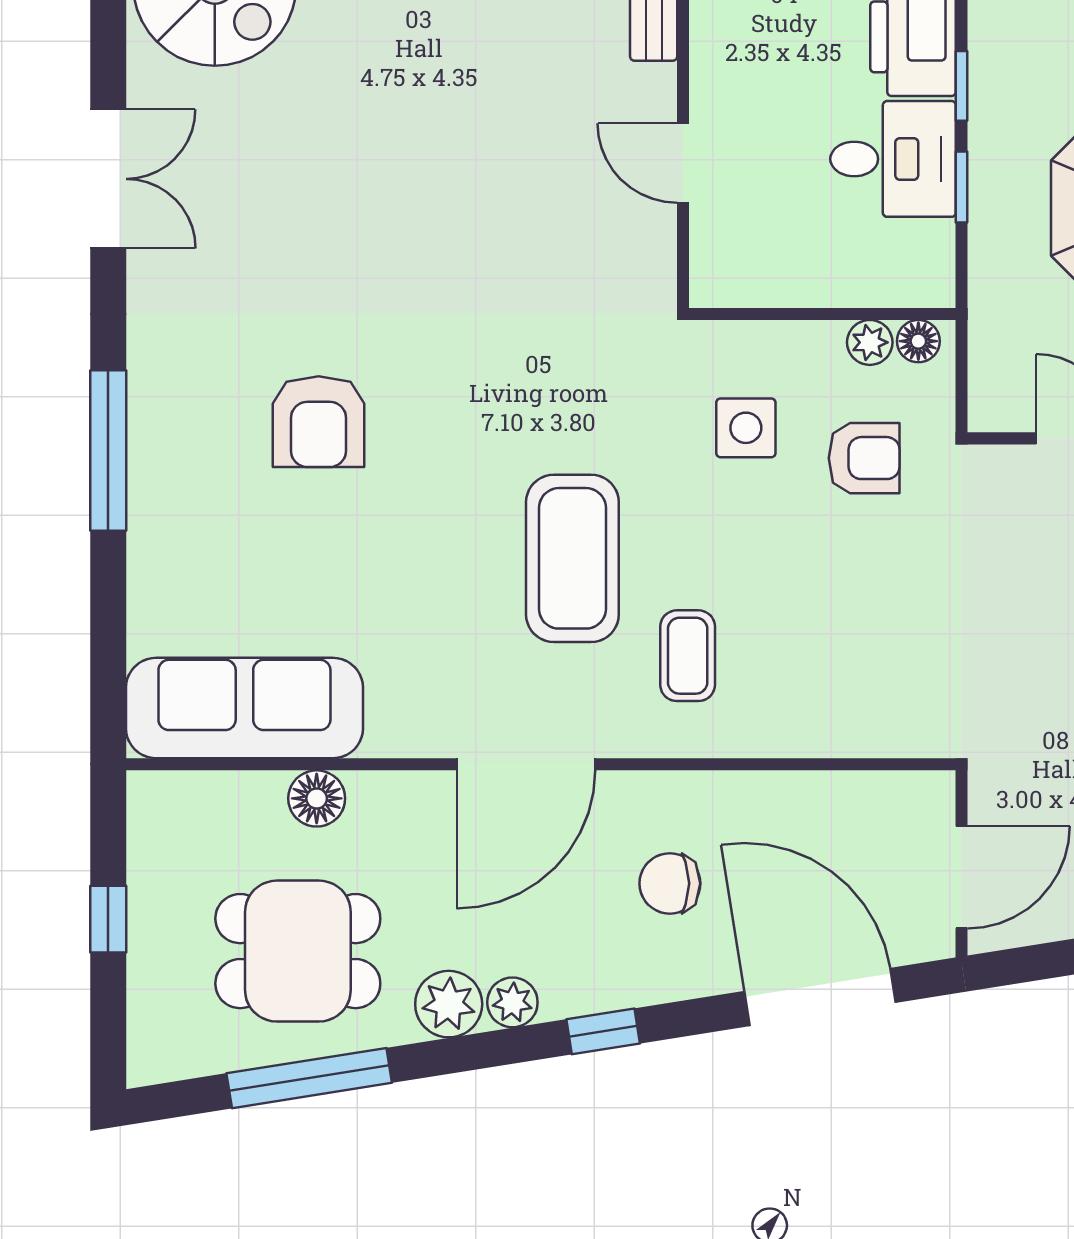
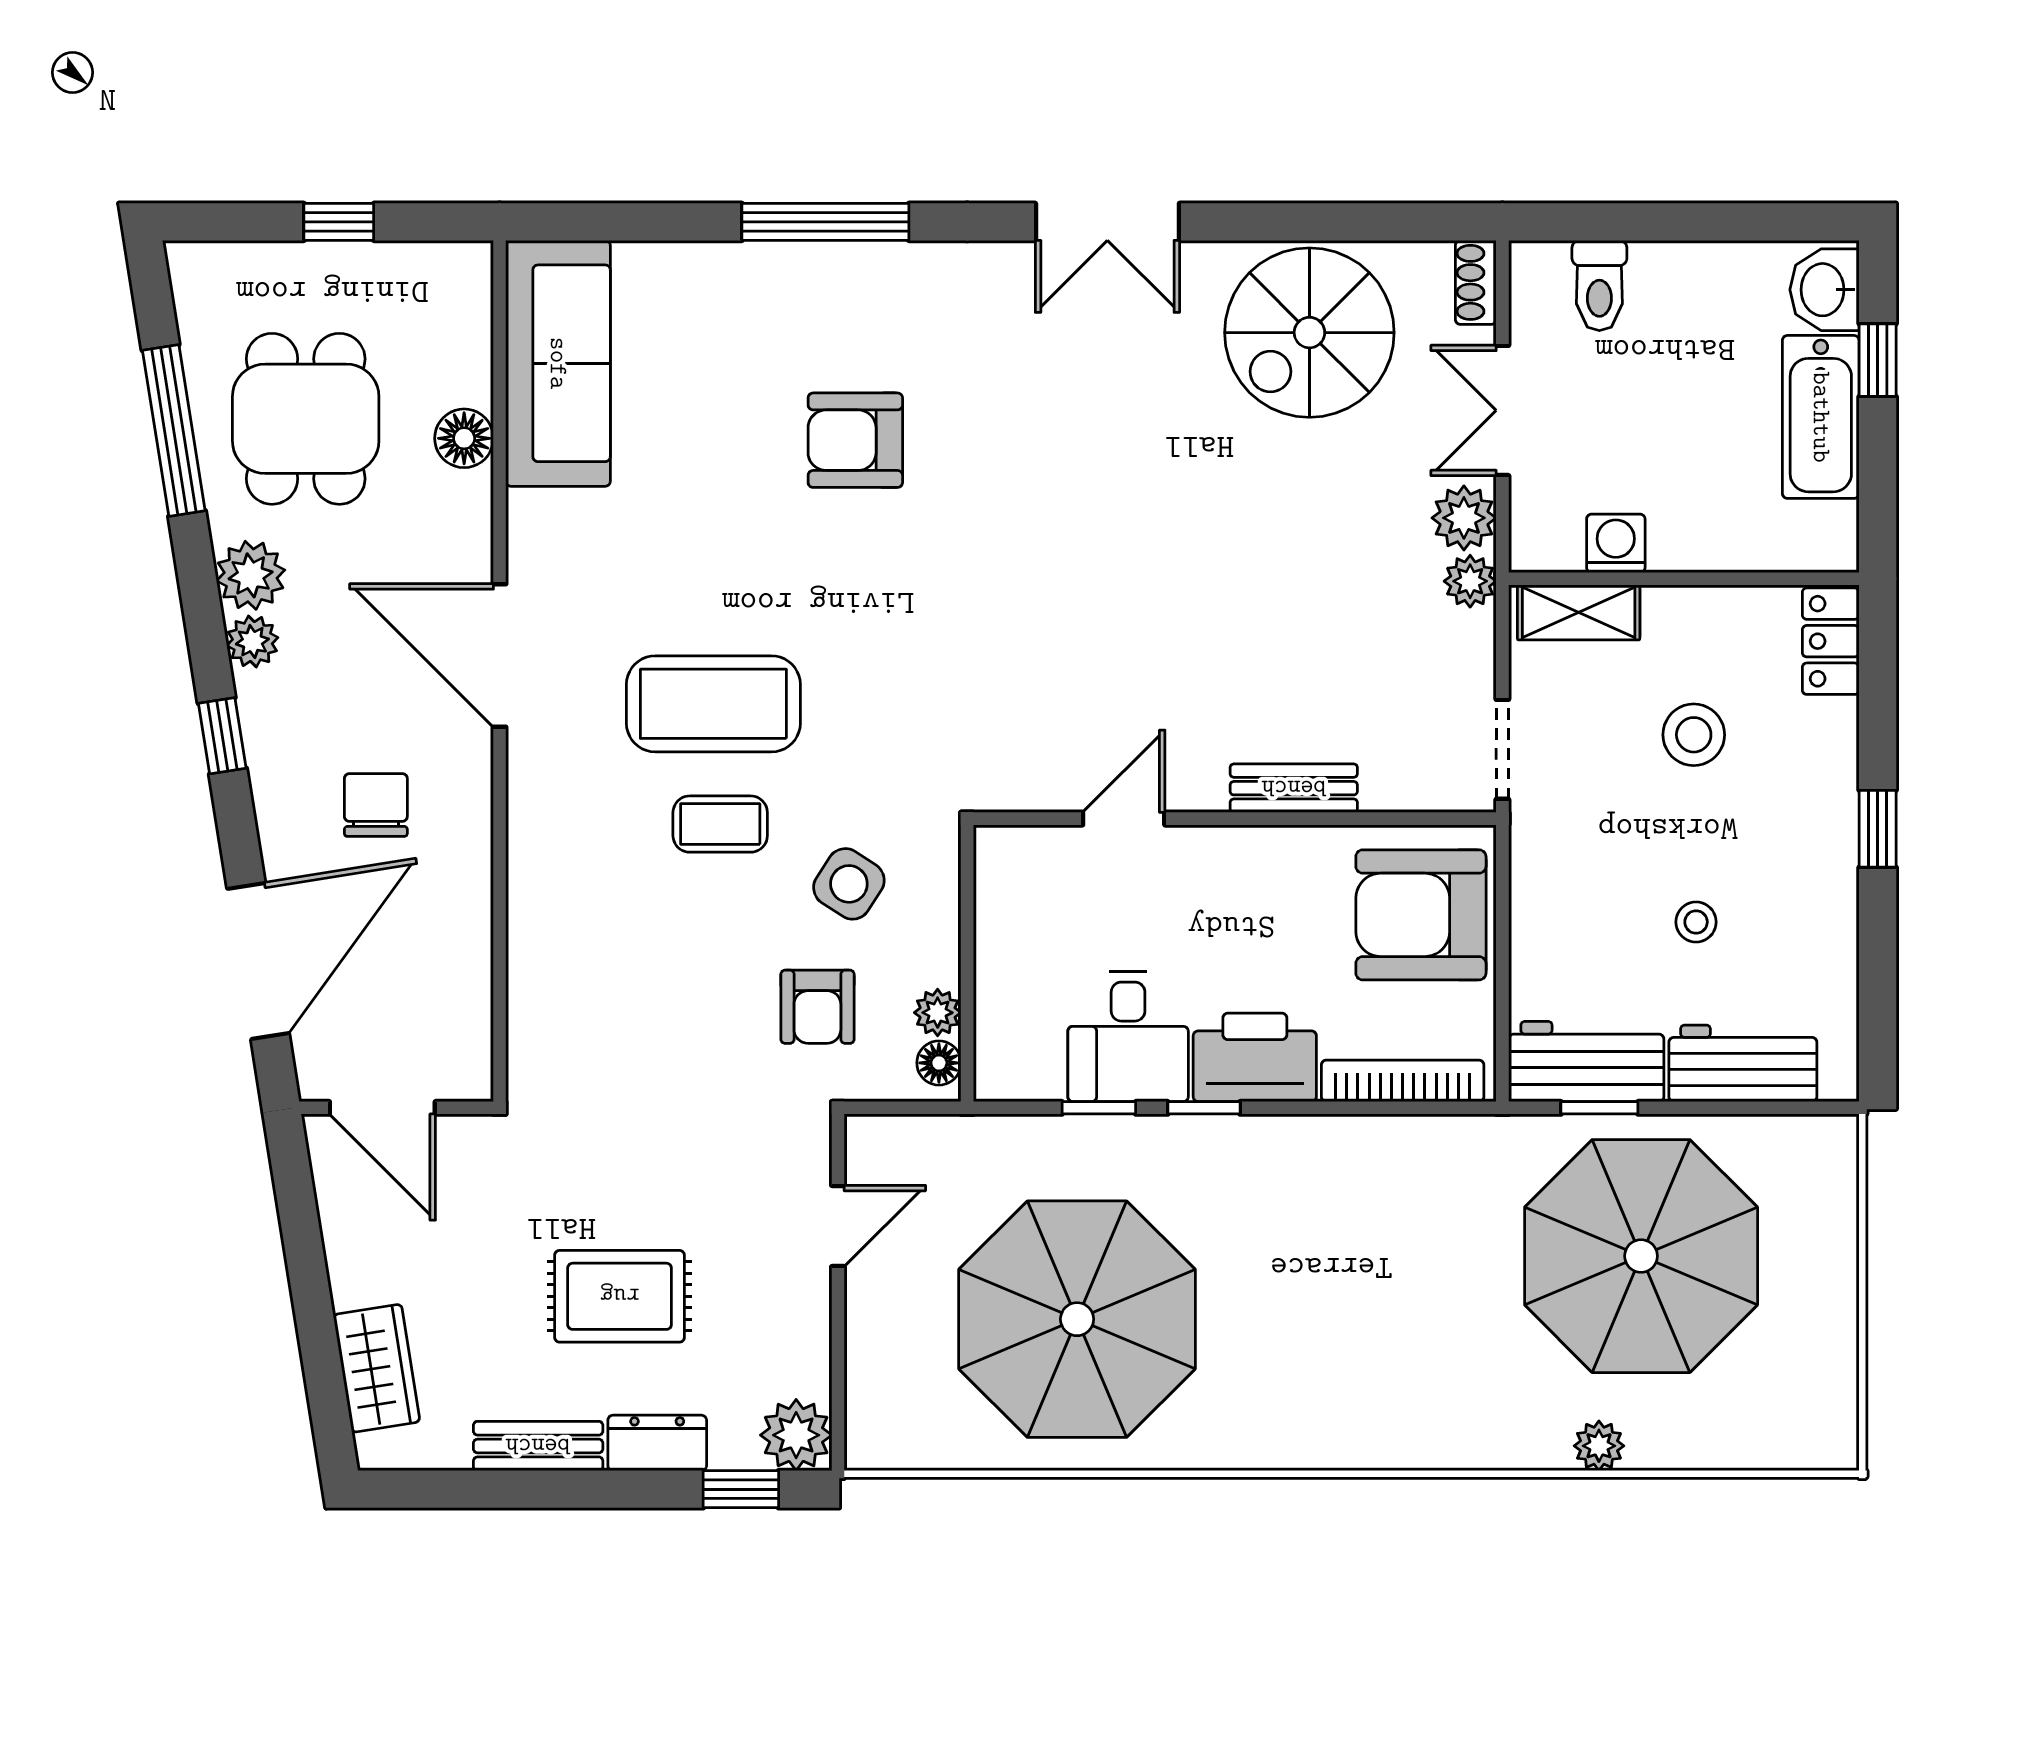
side table: (746, 428) -> (849, 884), turned 33
coffee table: (688, 656) -> (720, 824), moved

